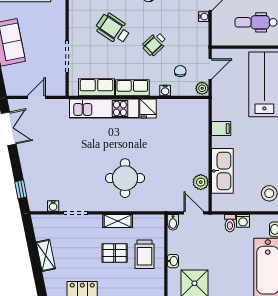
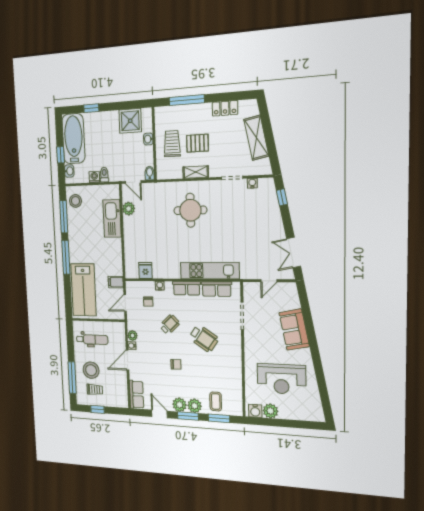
plant: (202, 88) -> (133, 335), moved
fridge: (148, 109) -> (145, 270), moved
filing cabinet: (221, 129) -> (116, 282), moved
shelving: (46, 255) -> (256, 138), width x1.50, depth x1.33

